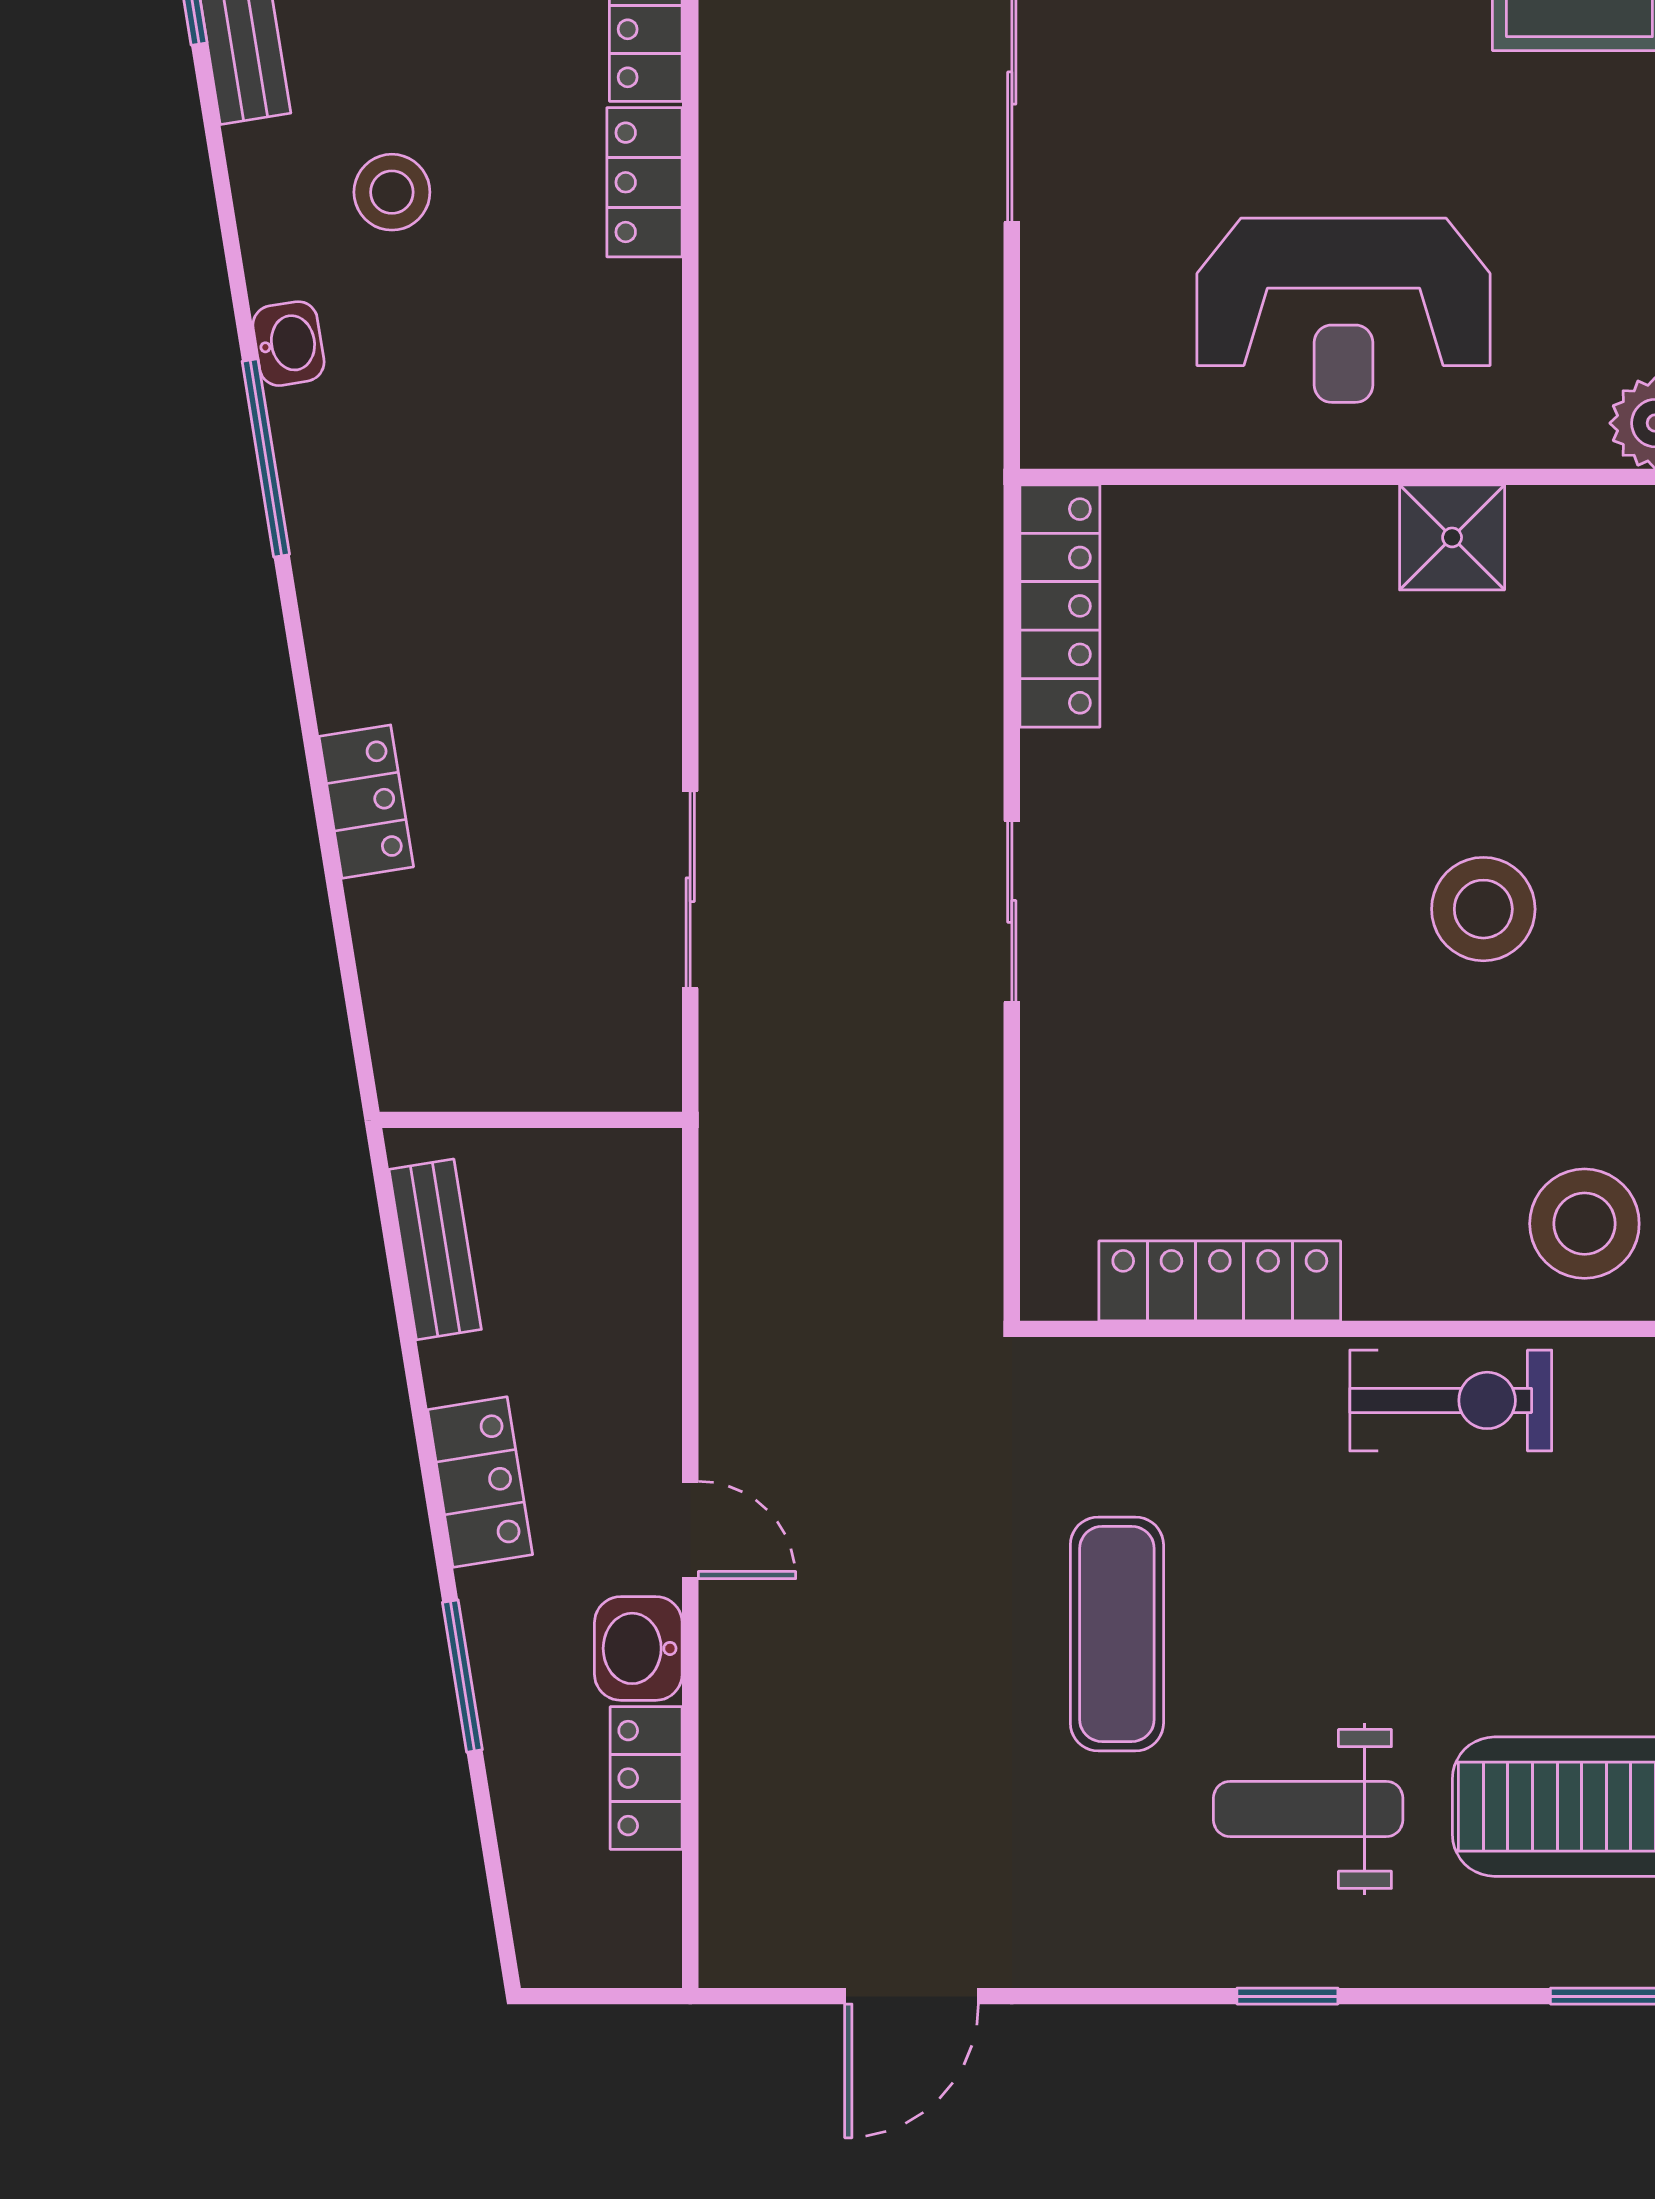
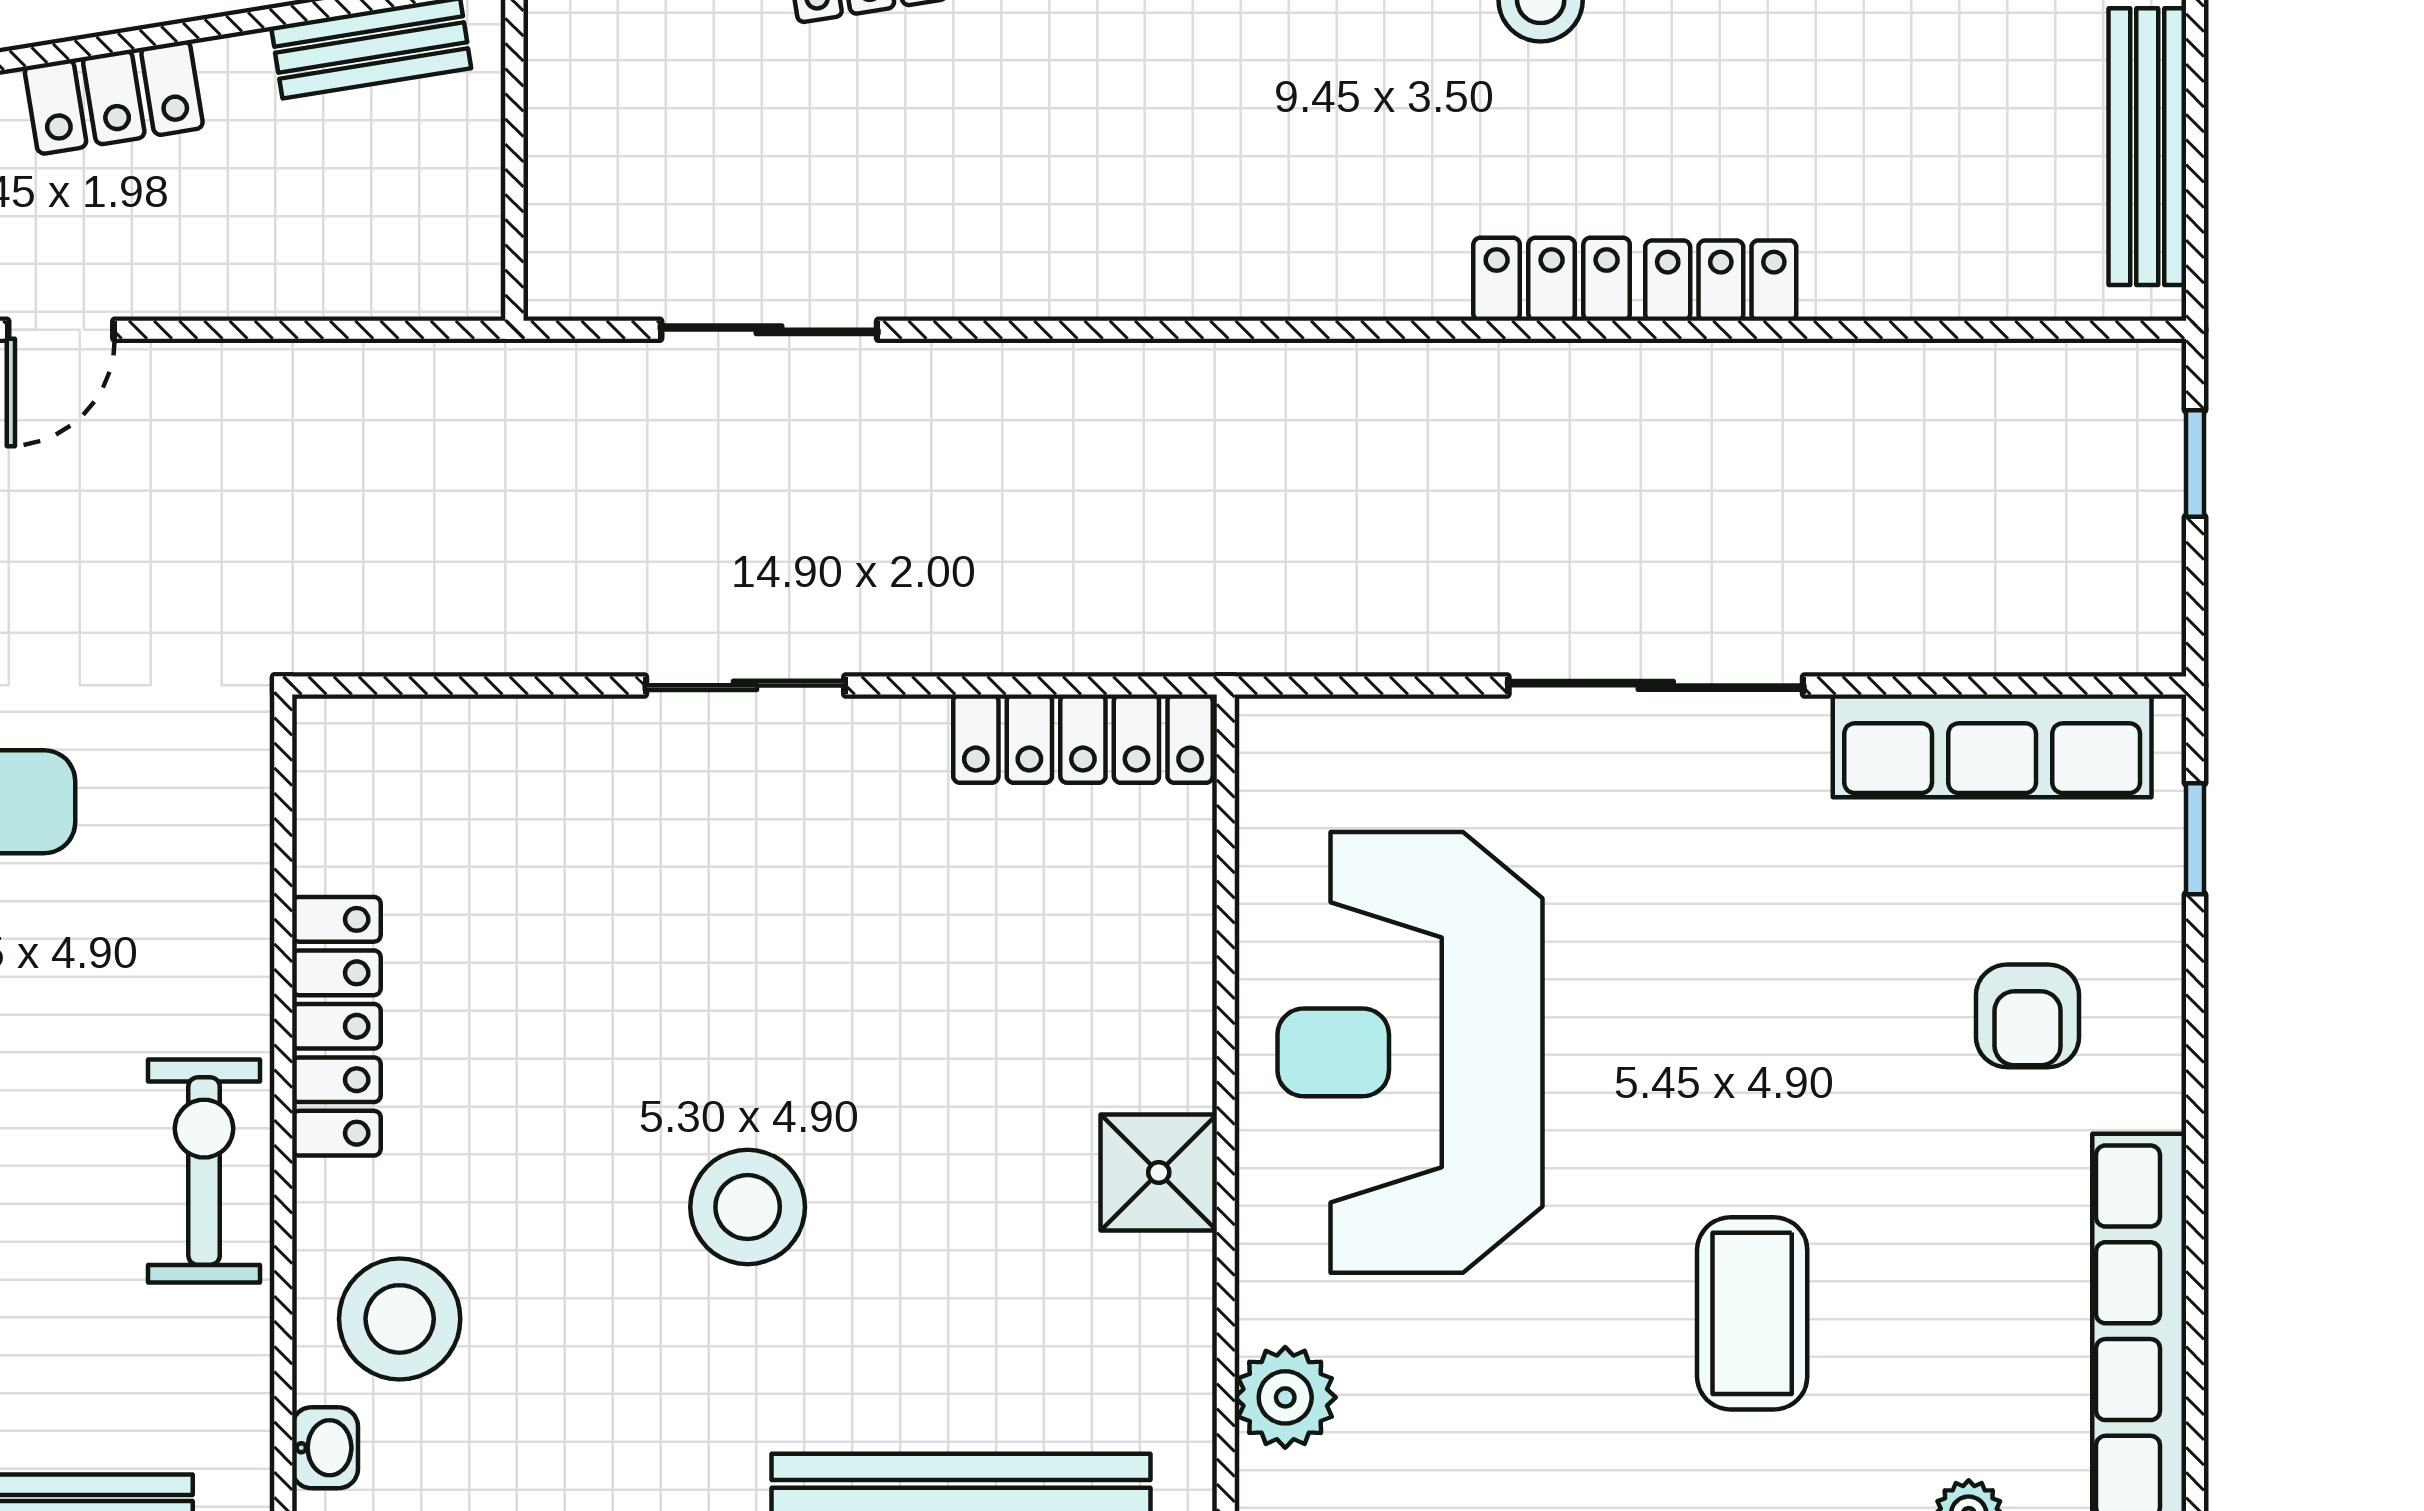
reception desk: (1343, 310) -> (1410, 1052), width x1.36, depth x1.30
locker: (1220, 1281) -> (336, 1026), moved
exercise bike: (1451, 1400) -> (204, 1171), turned 180

